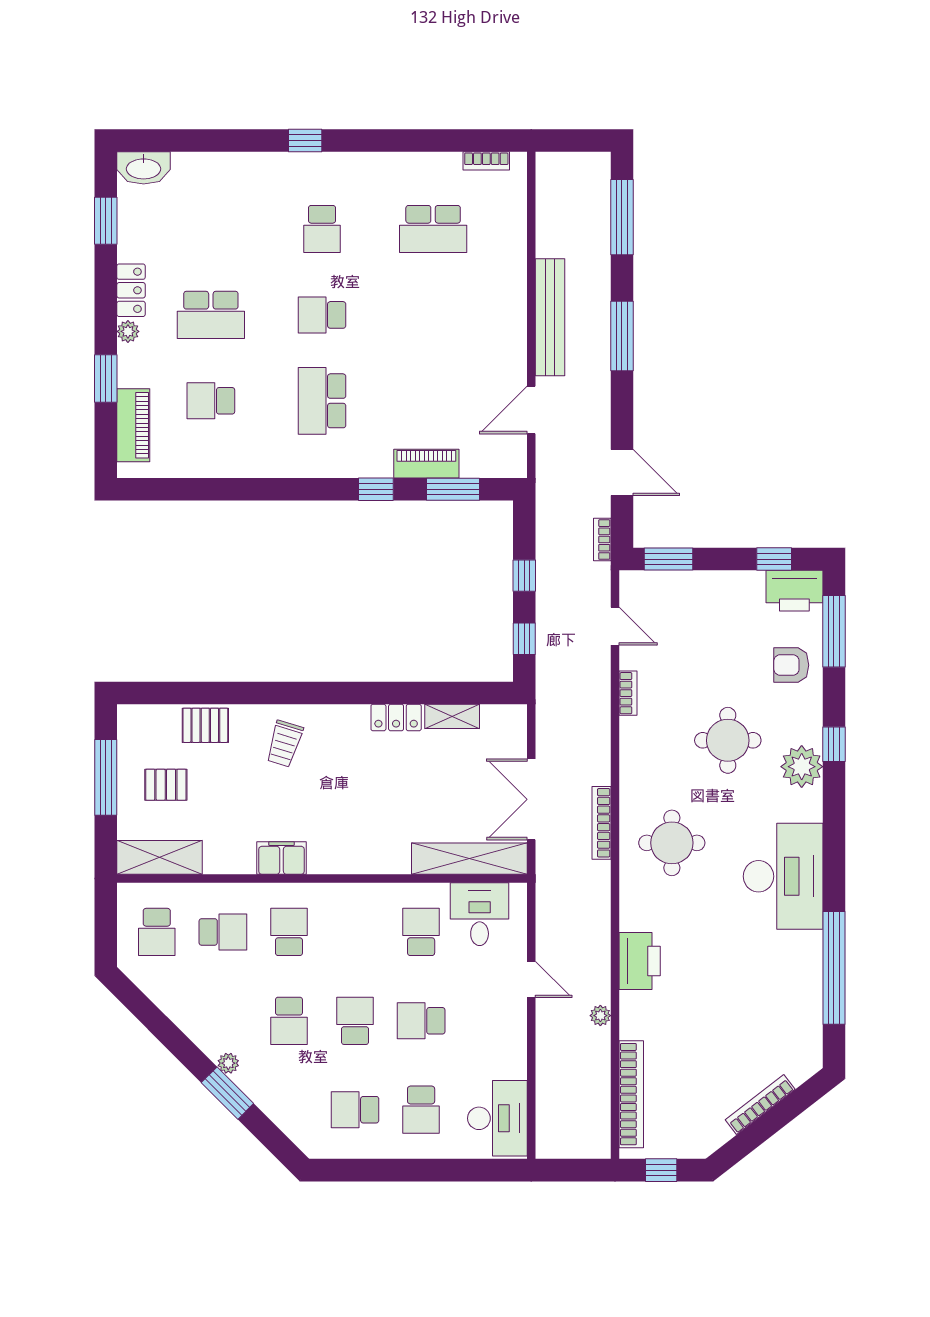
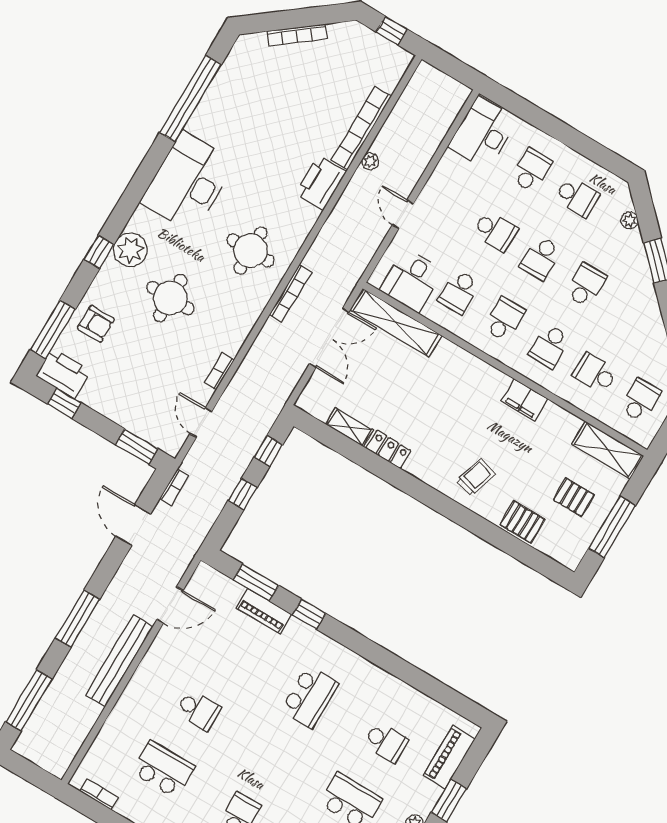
school desk: (322, 315) -> (198, 710), moved
school desk: (355, 932) -> (504, 319), added
plant: (228, 1063) -> (630, 220), moved
bookcase: (631, 1094) -> (361, 128), moved

